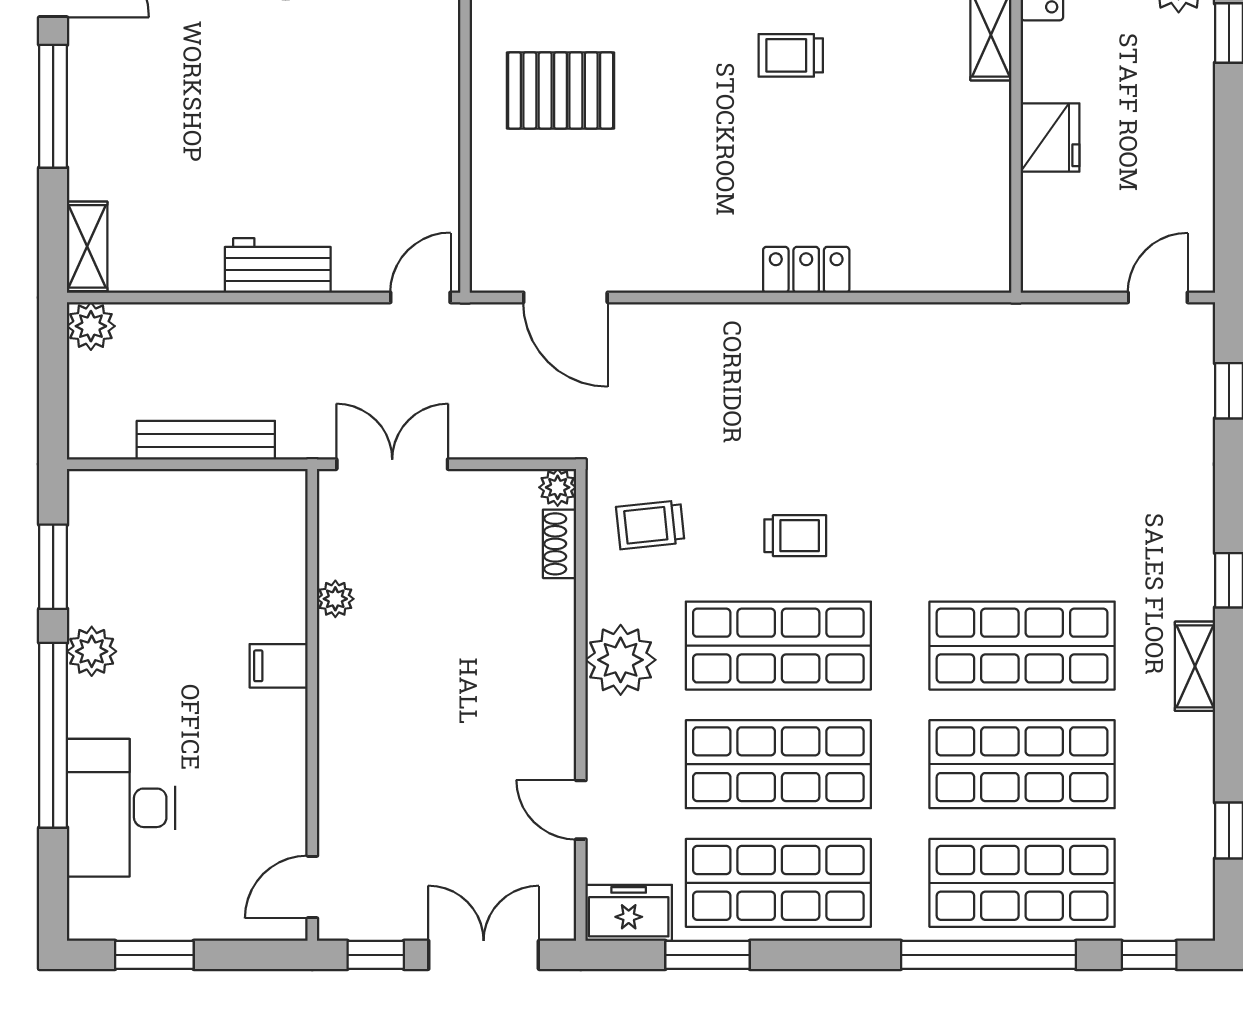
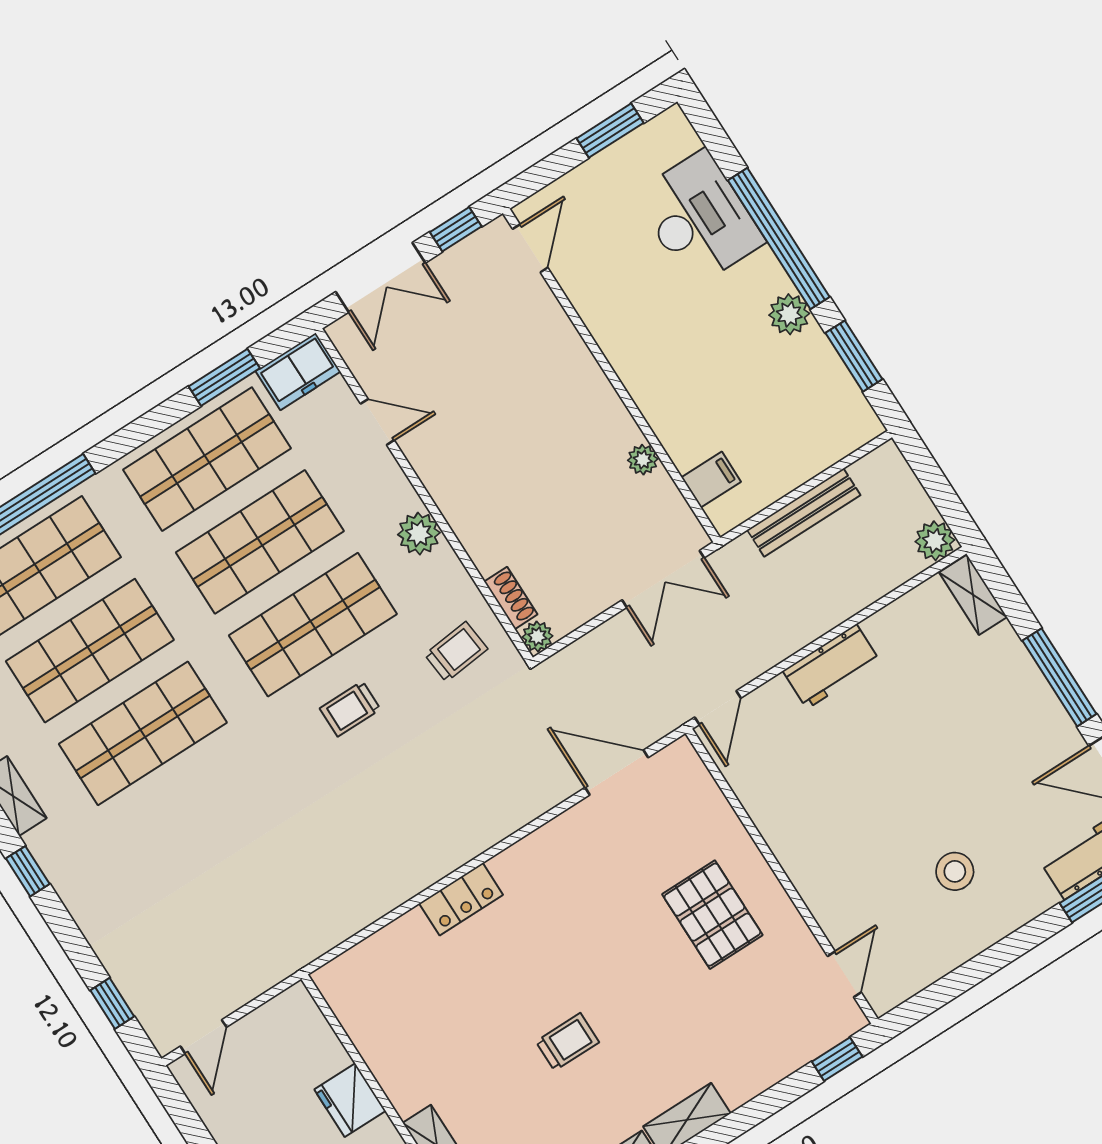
pallet: (561, 91) -> (712, 915), turned 90
plant: (621, 660) -> (419, 534), width x0.73, depth x0.73
filing cabinet: (279, 666) -> (711, 480), moved

